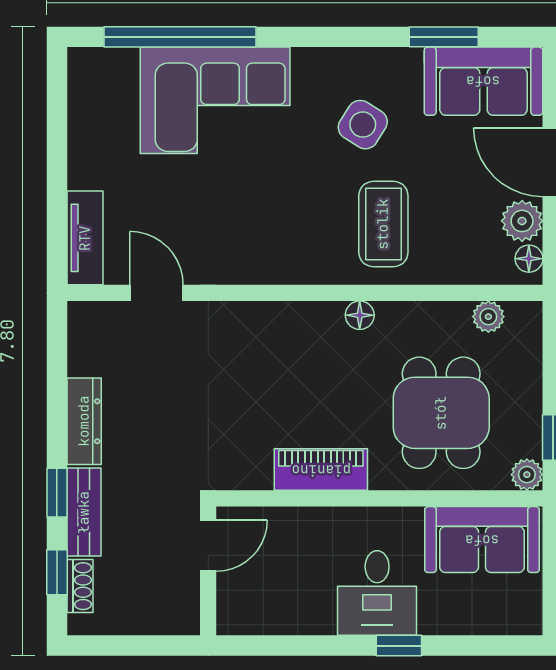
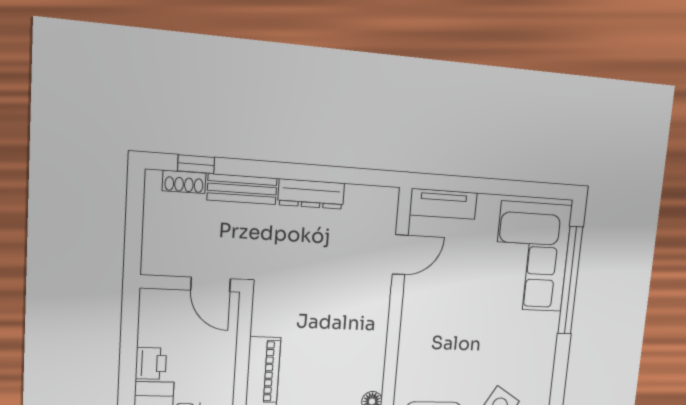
corner sofa: (215, 100) -> (532, 257), moved
window: (57, 493) -> (258, 169), removed
printer: (314, 617) -> (151, 363), added

